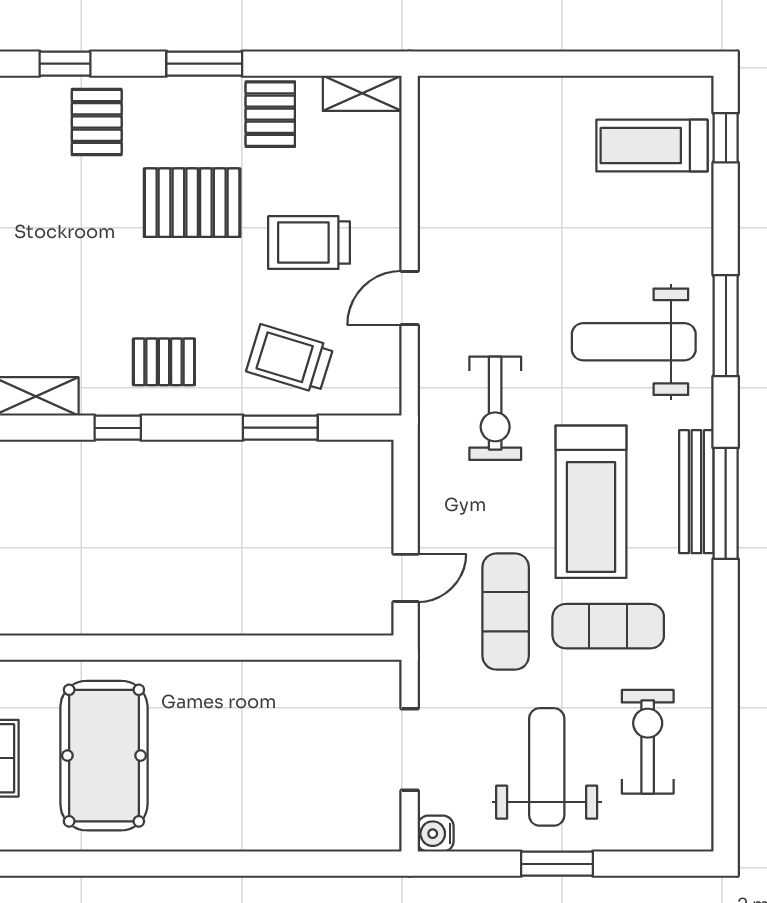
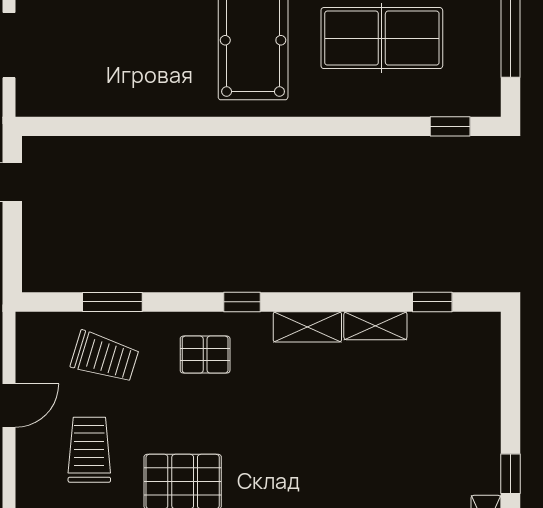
trolley: (309, 243) -> (89, 450), turned -90

